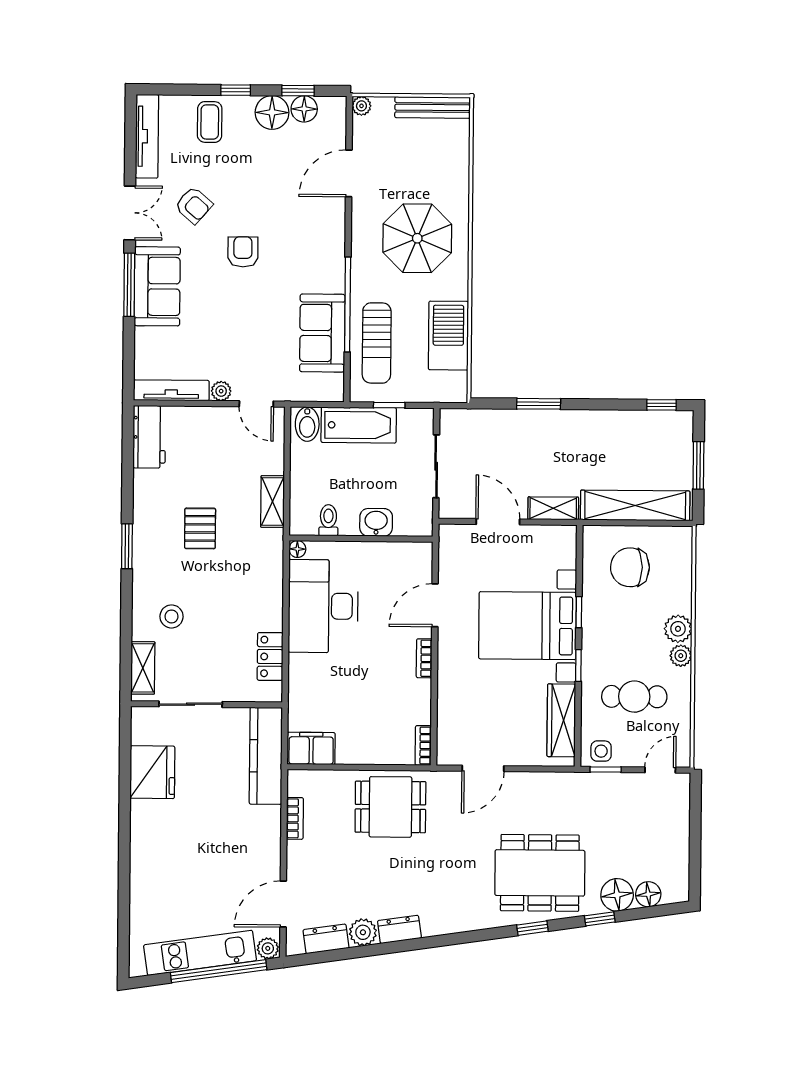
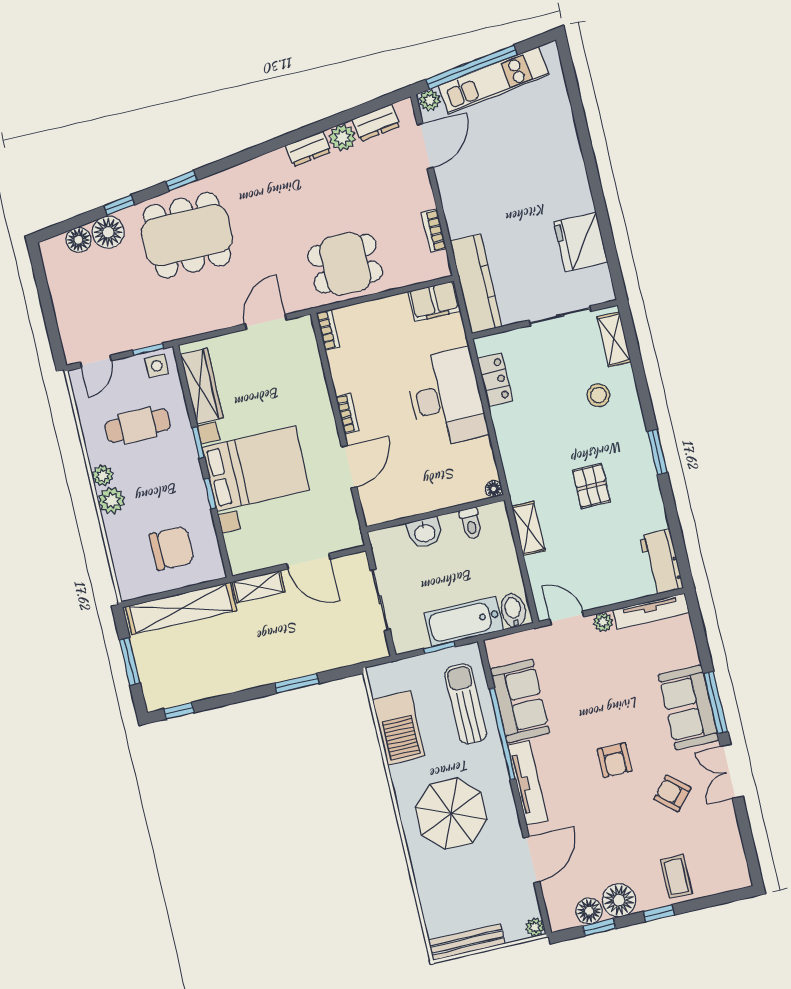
tv unit: (147, 136) -> (528, 783), moved, turned 180
desk: (323, 606) -> (446, 398), moved

